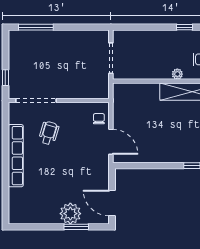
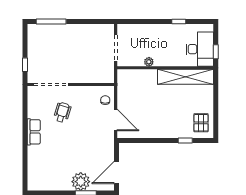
plant: (177, 74) -> (149, 62), moved
row of seats: (16, 156) -> (34, 132), width x0.50
door: (112, 203) -> (117, 173), hinge flipped

